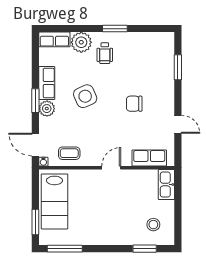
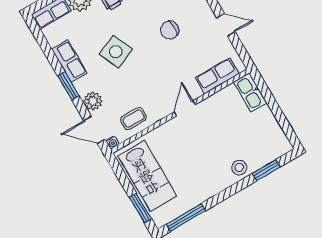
plant: (47, 109) -> (93, 101), moved
stool: (153, 225) -> (239, 168), moved

